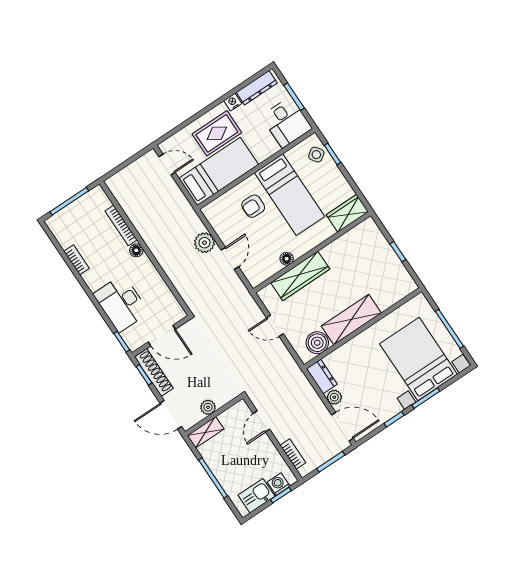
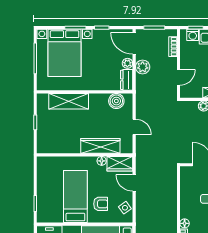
side table: (316, 155) -> (125, 208), moved
wardrobe: (347, 213) -> (120, 164), moved
plant: (204, 243) -> (143, 67), moved
door: (230, 258) -> (134, 183), hinge flipped
shelving: (351, 320) -> (69, 101), moved

